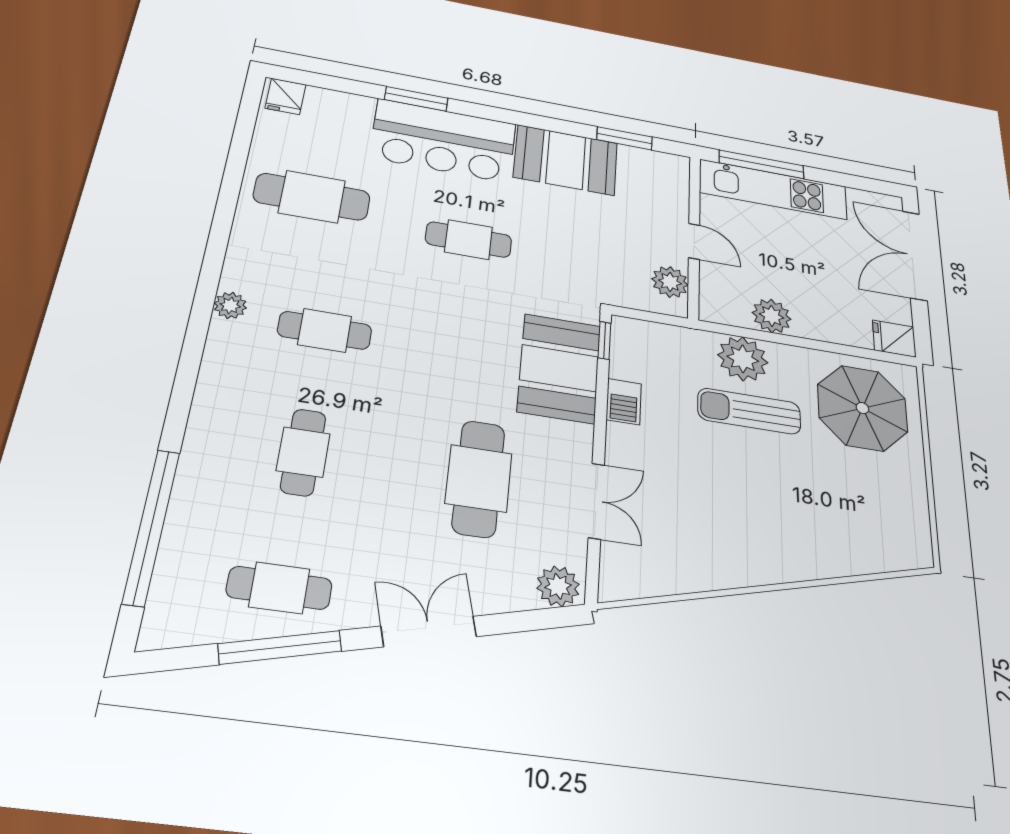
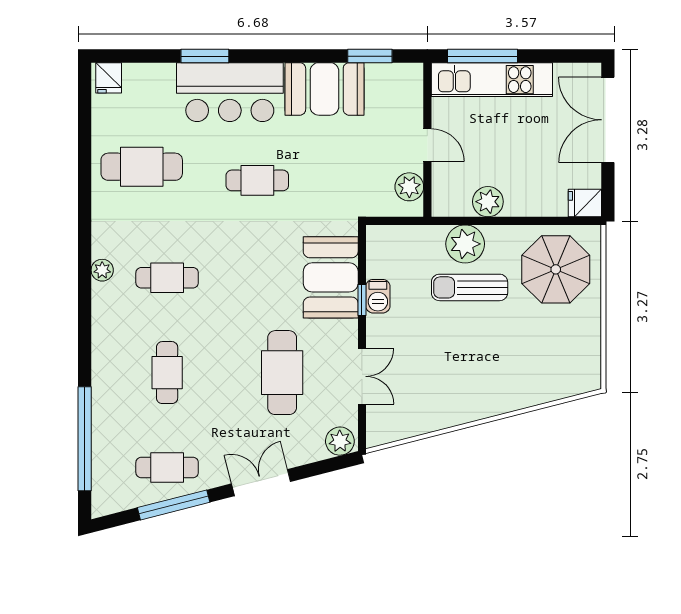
window: (604, 340) -> (362, 300), moved

